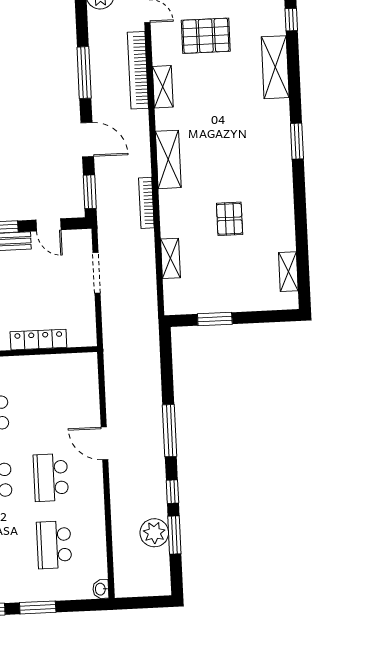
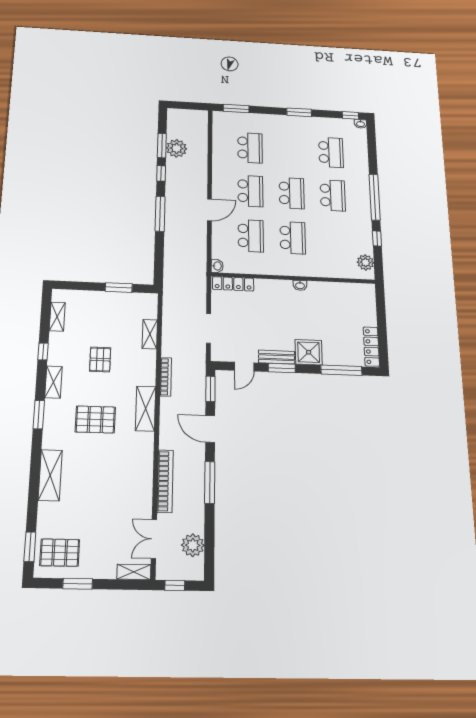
window: (291, 20) -> (43, 352), moved
pallet: (206, 36) -> (95, 419), moved
shelving: (163, 87) -> (54, 382), moved
door: (49, 225) -> (244, 367), swing flipped
locker: (38, 340) -> (233, 284), moved
school desk: (48, 410) -> (251, 236), added
door: (105, 443) -> (209, 210), hinge flipped
washbasin: (101, 589) -> (217, 266), moved
window: (38, 607) -> (236, 109), moved

